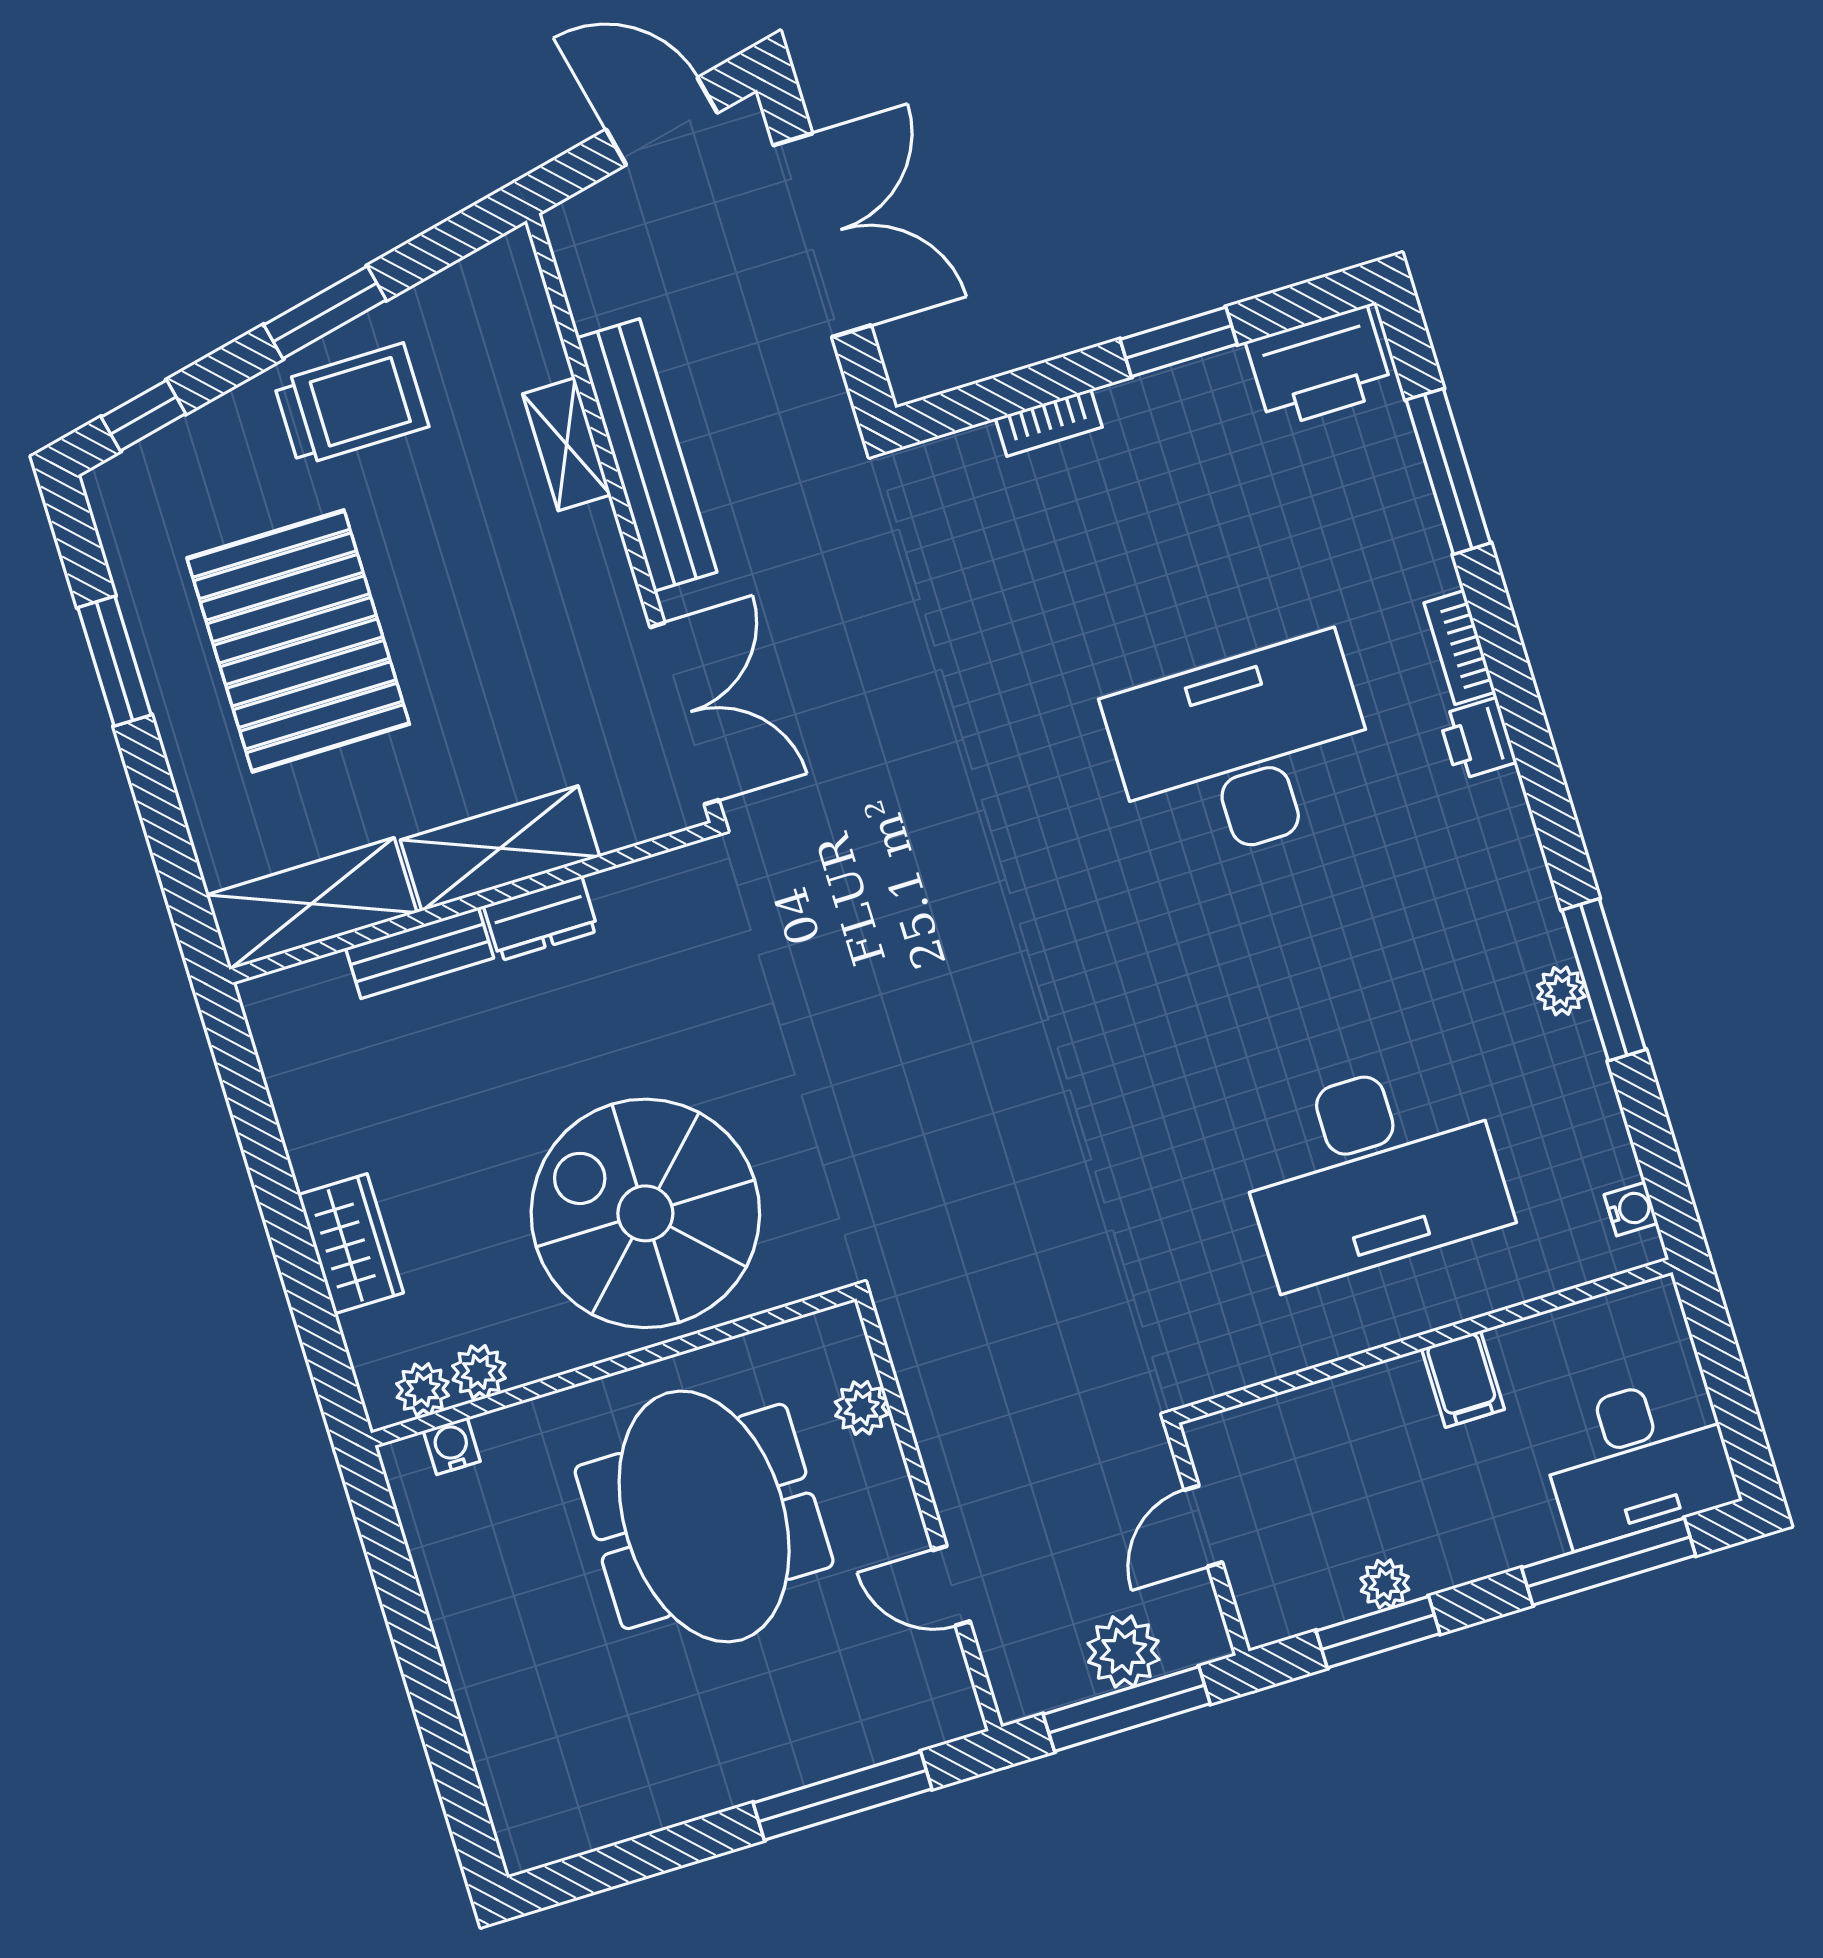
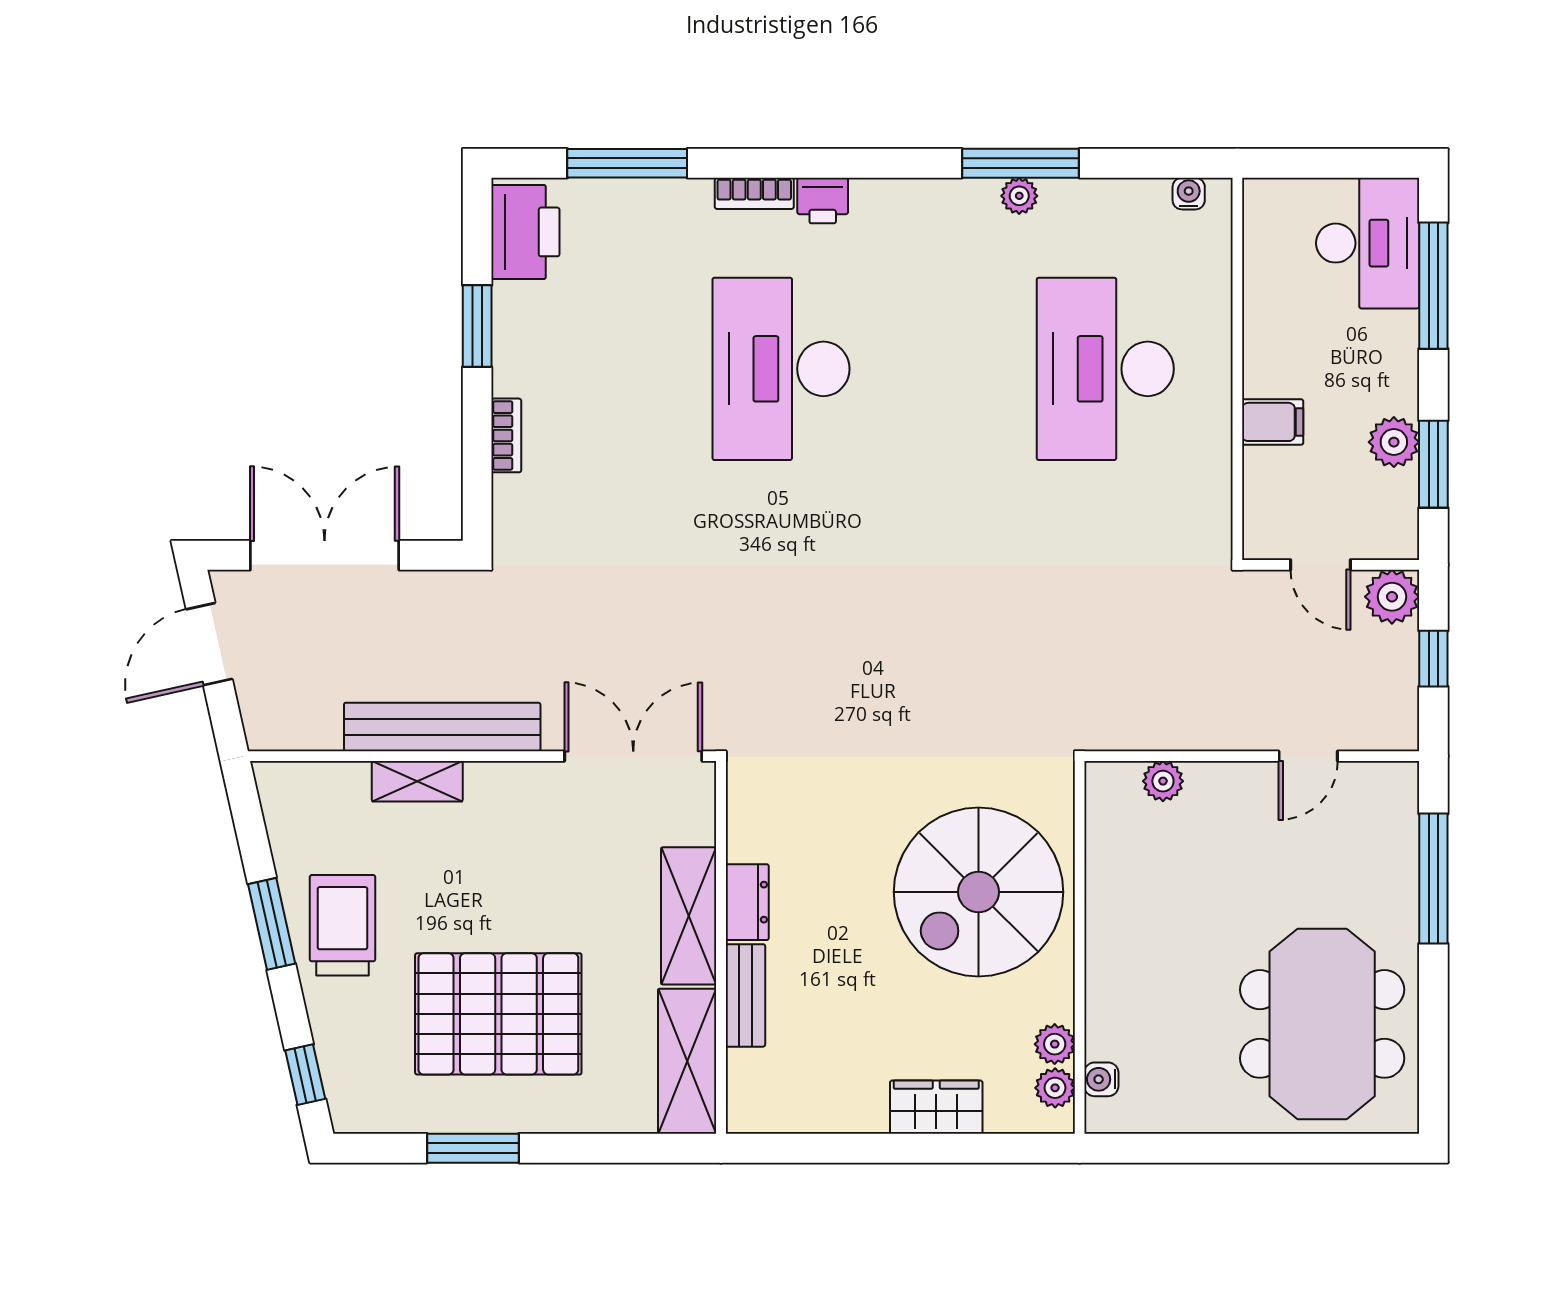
desk: (1372, 1170) -> (1105, 369), turned 180
filing cabinet: (1463, 1379) -> (1273, 422), moved
meeting table: (704, 1516) -> (1322, 1024), moved, turned 90
plant: (1385, 1584) -> (1394, 442), width x1.38, depth x1.38
plant: (1123, 1652) -> (1392, 597), moved
window: (1127, 1709) -> (1433, 659), width x0.46

